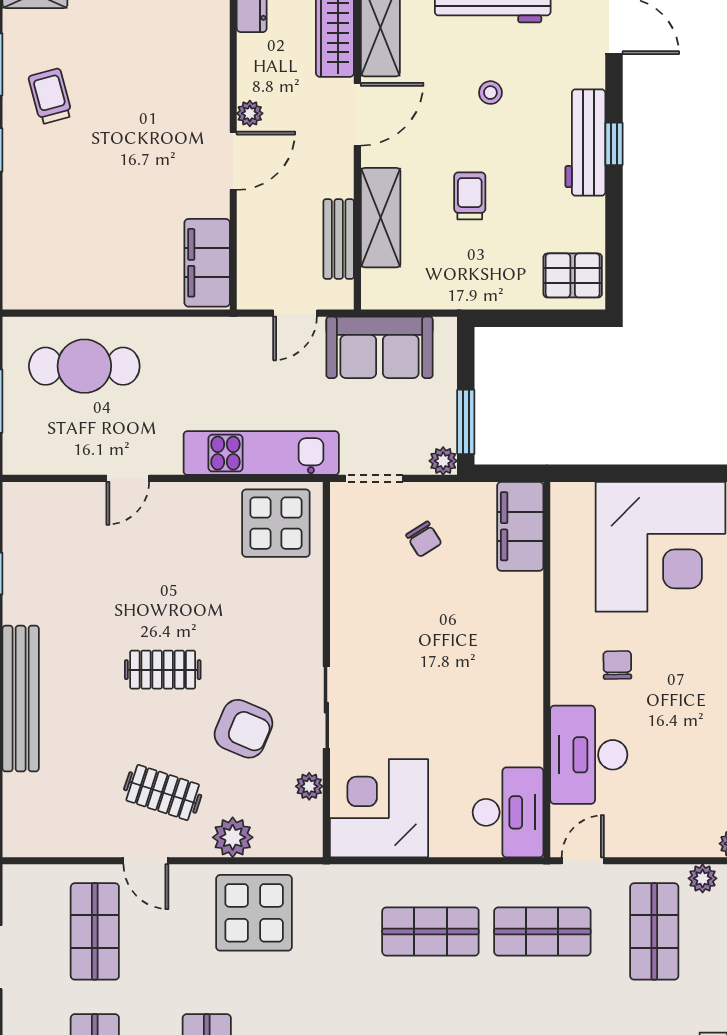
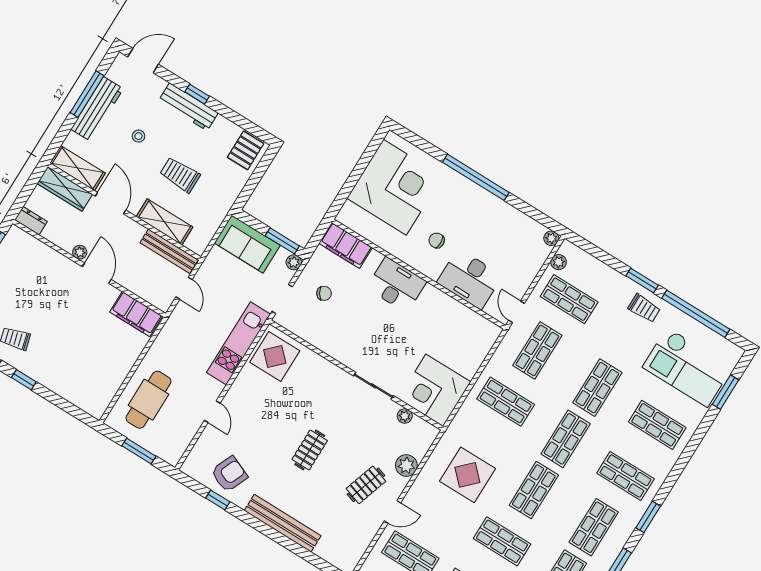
trolley: (470, 196) -> (180, 175), width x1.36, depth x1.39
bench: (339, 239) -> (169, 251), width x1.36
sofa: (380, 347) -> (247, 244), moved, turned 90
armchair: (243, 729) -> (229, 474), moved
desk: (508, 812) -> (396, 285), moved
display table: (254, 913) -> (467, 475), moved
shop shelf: (430, 931) -> (506, 402), turned 90

